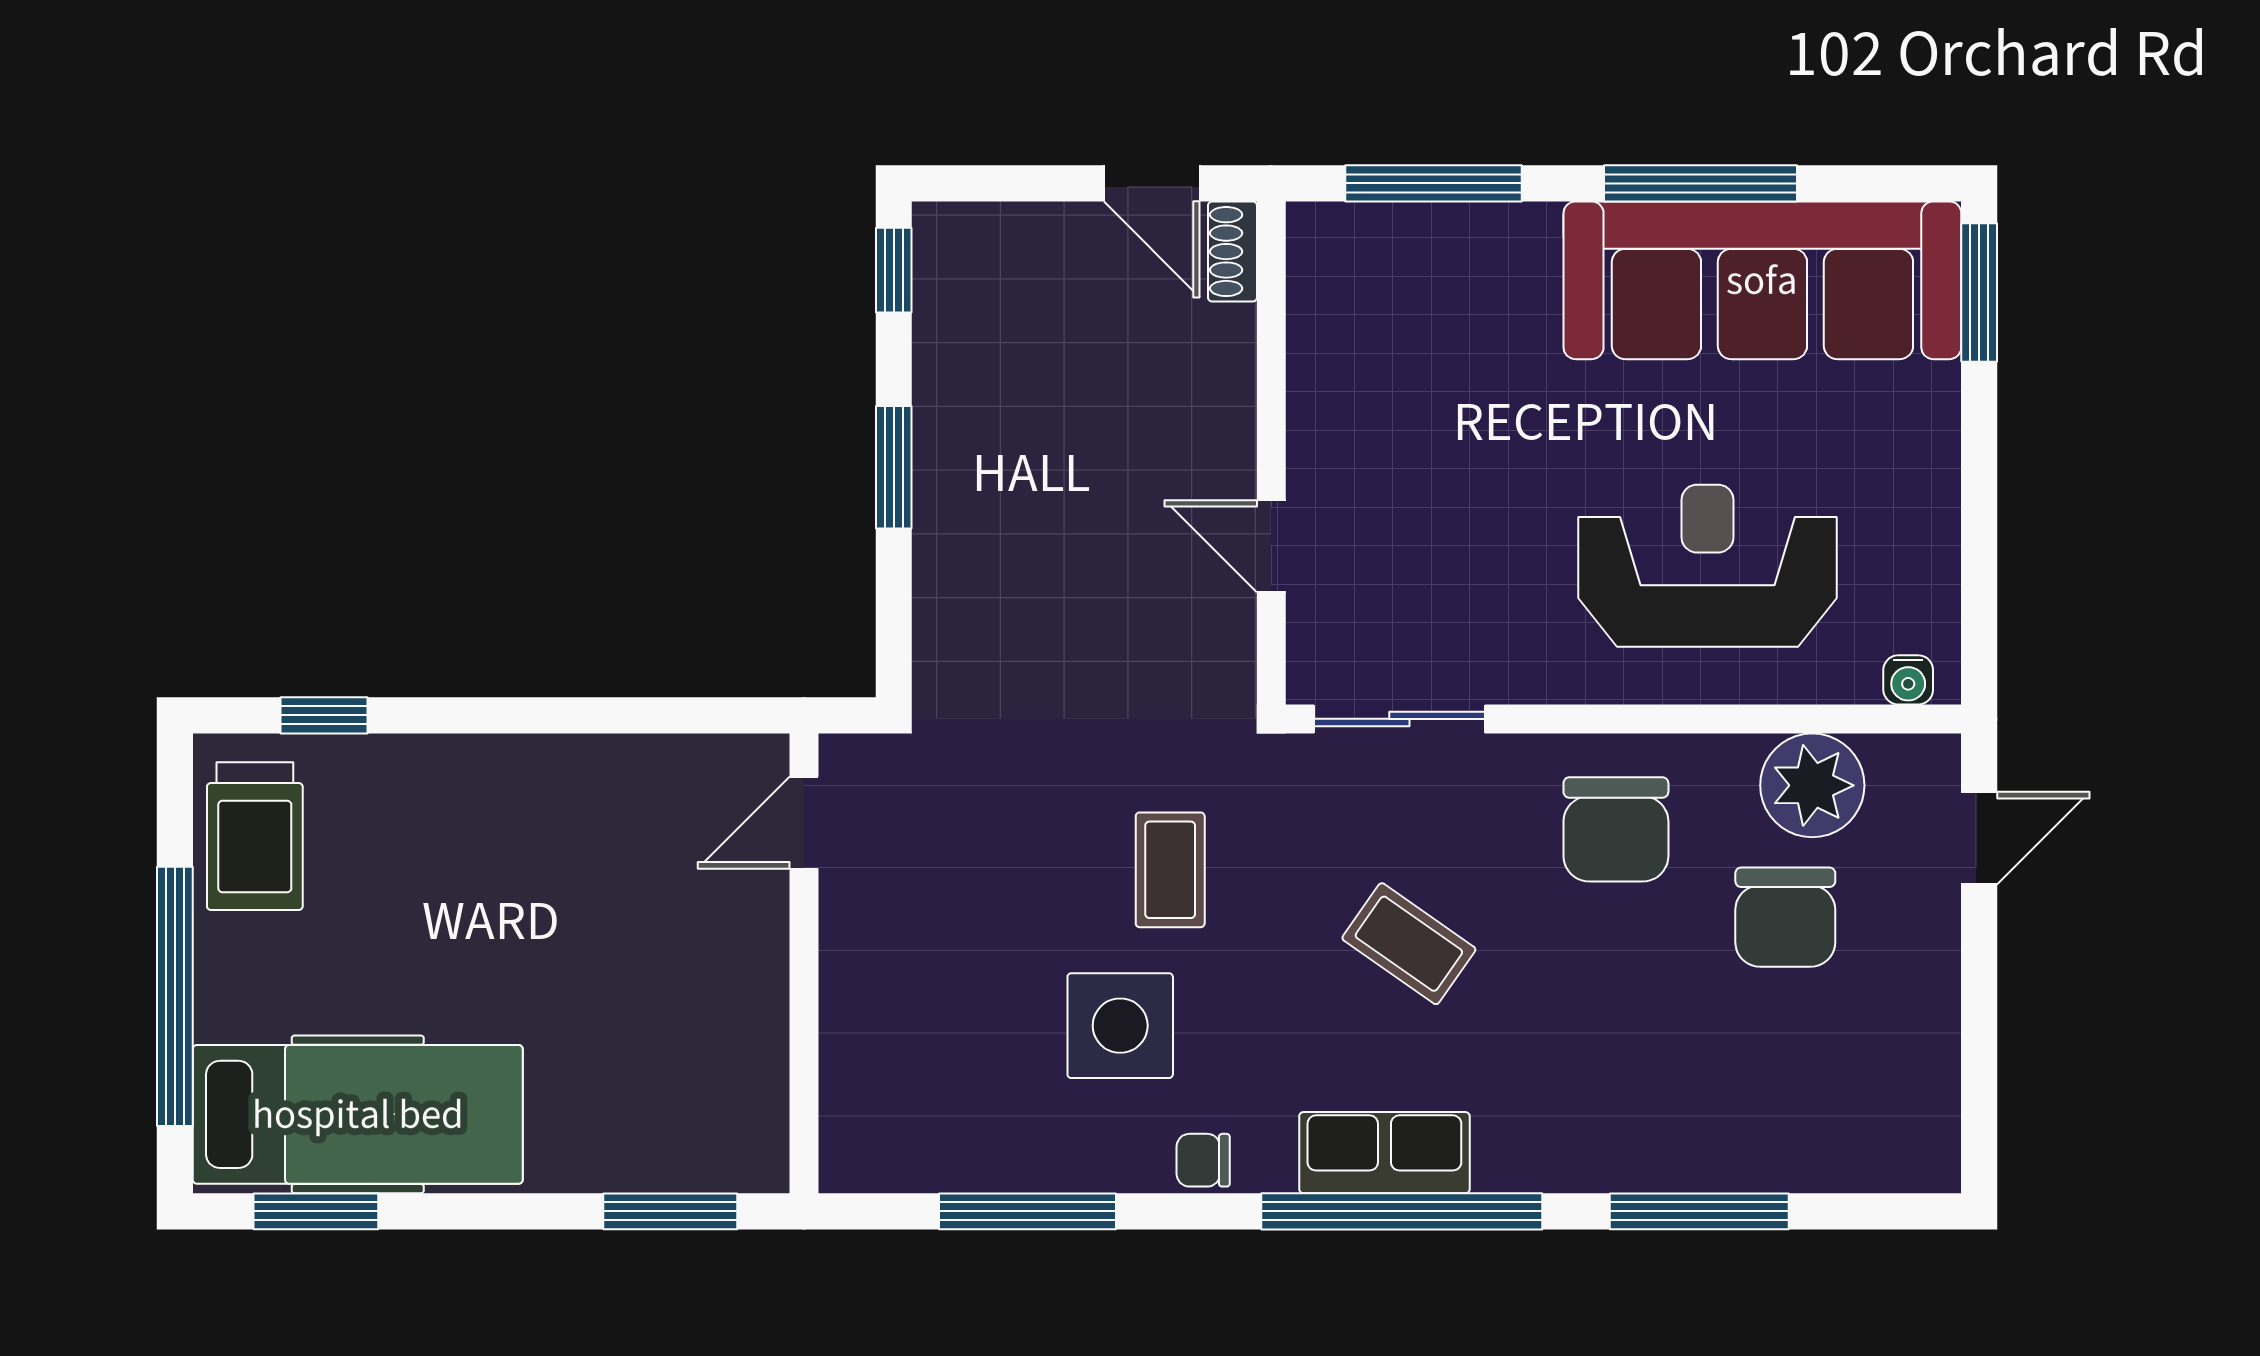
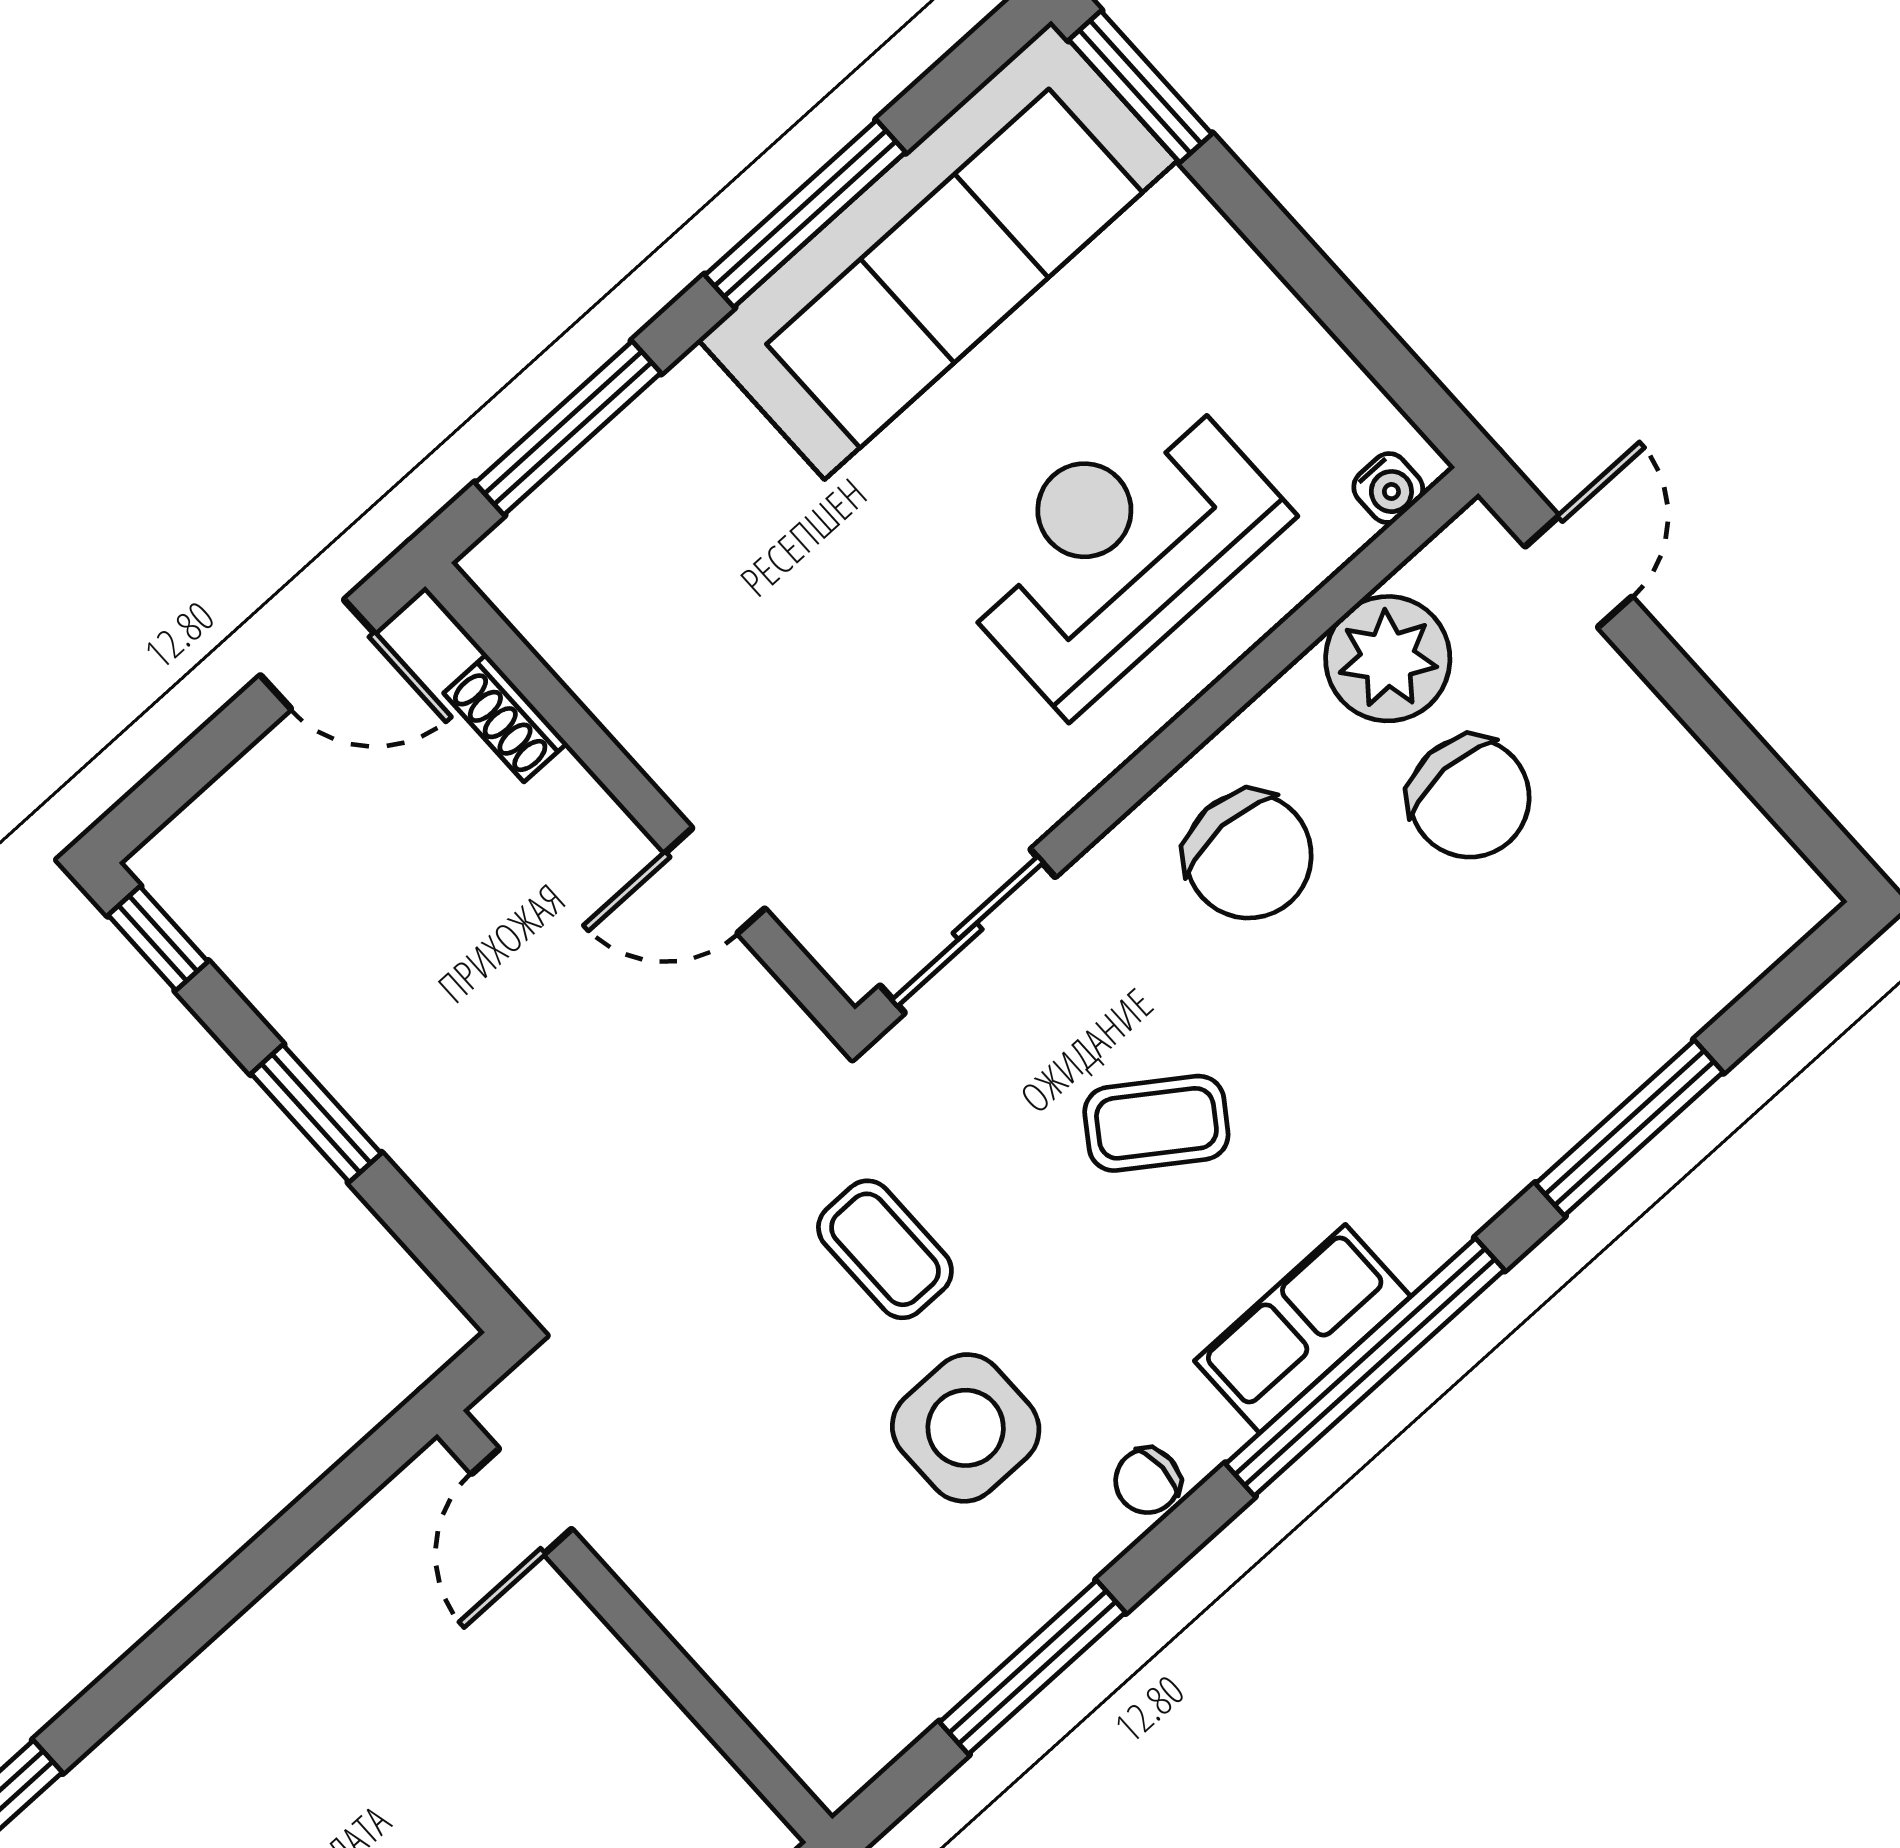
shoe rack: (1232, 252) -> (505, 718), moved

